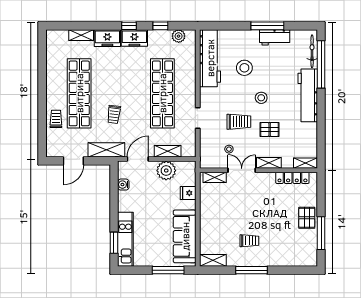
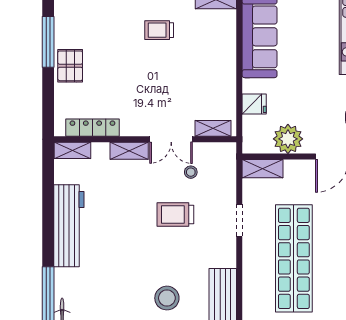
workbench: (308, 95) -> (69, 226), moved
stool: (261, 98) -> (141, 252), removed
pallet: (270, 129) -> (128, 203), removed
shelving: (168, 151) -> (263, 169), moved

